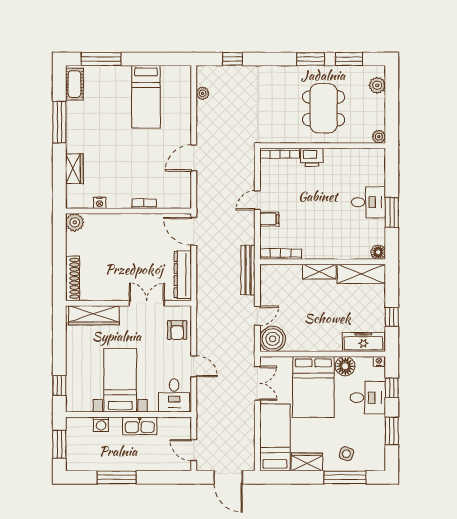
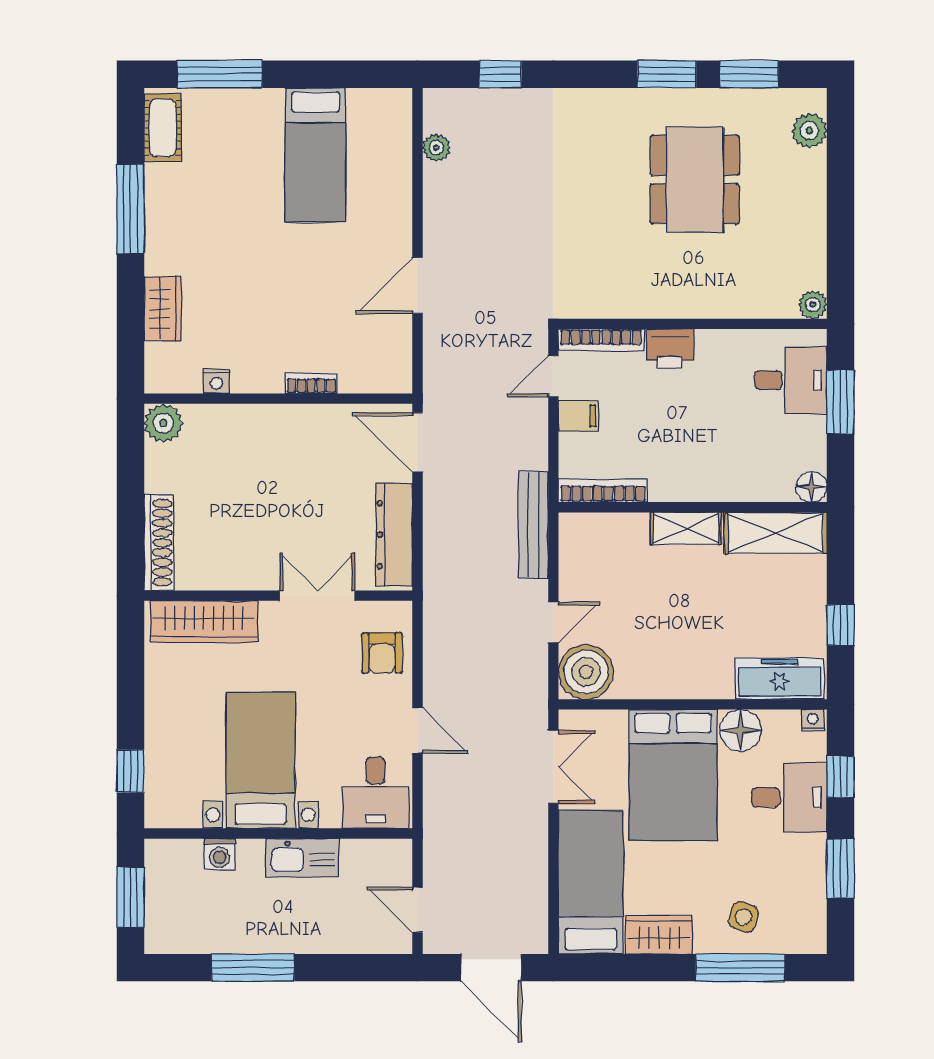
plant: (379, 137) -> (813, 305), moved
wall: (323, 146) -> (693, 324), moved
bookcase: (280, 153) -> (601, 340), moved
printer: (312, 157) -> (670, 349), moved

